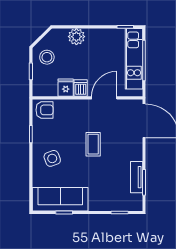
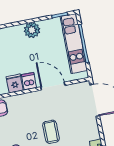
plant: (76, 37) -> (32, 30), moved
door: (104, 98) -> (53, 86), hinge flipped

